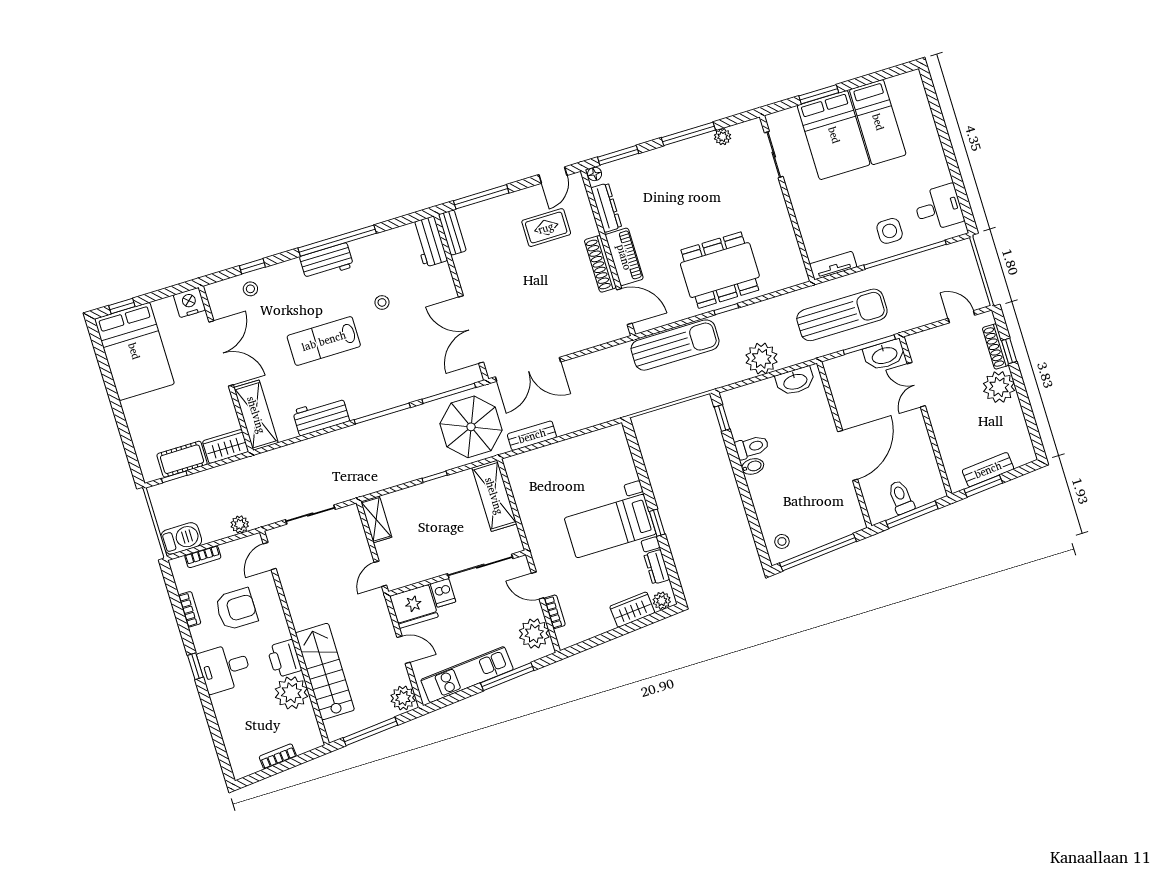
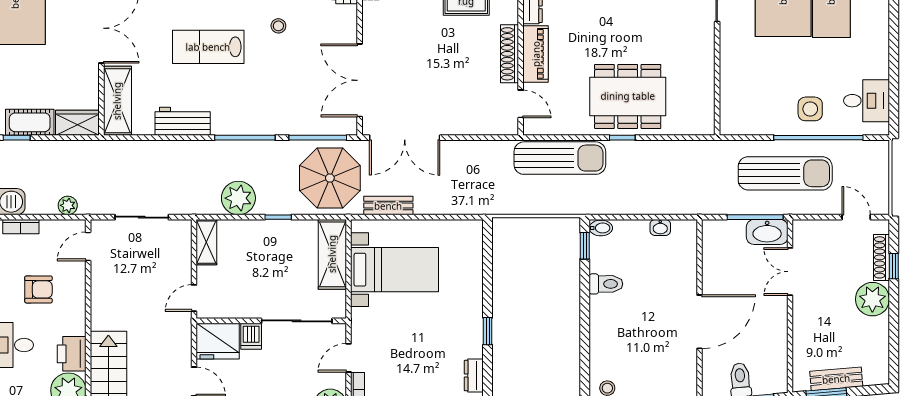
tv unit: (833, 266) -> (743, 126), removed
door: (624, 307) -> (521, 104), width x0.73
sun lounger: (842, 315) -> (785, 173), moved
plant: (762, 358) -> (238, 198), moved
washbasin: (795, 381) -> (660, 227), width x0.52, depth x0.69
bidet: (753, 466) -> (601, 228), moved
bed with nightstands: (610, 526) -> (395, 270), moved, turned 180
door: (538, 586) -> (349, 358), hinge flipped
armchair: (236, 609) -> (38, 289), width x0.72, depth x0.72

